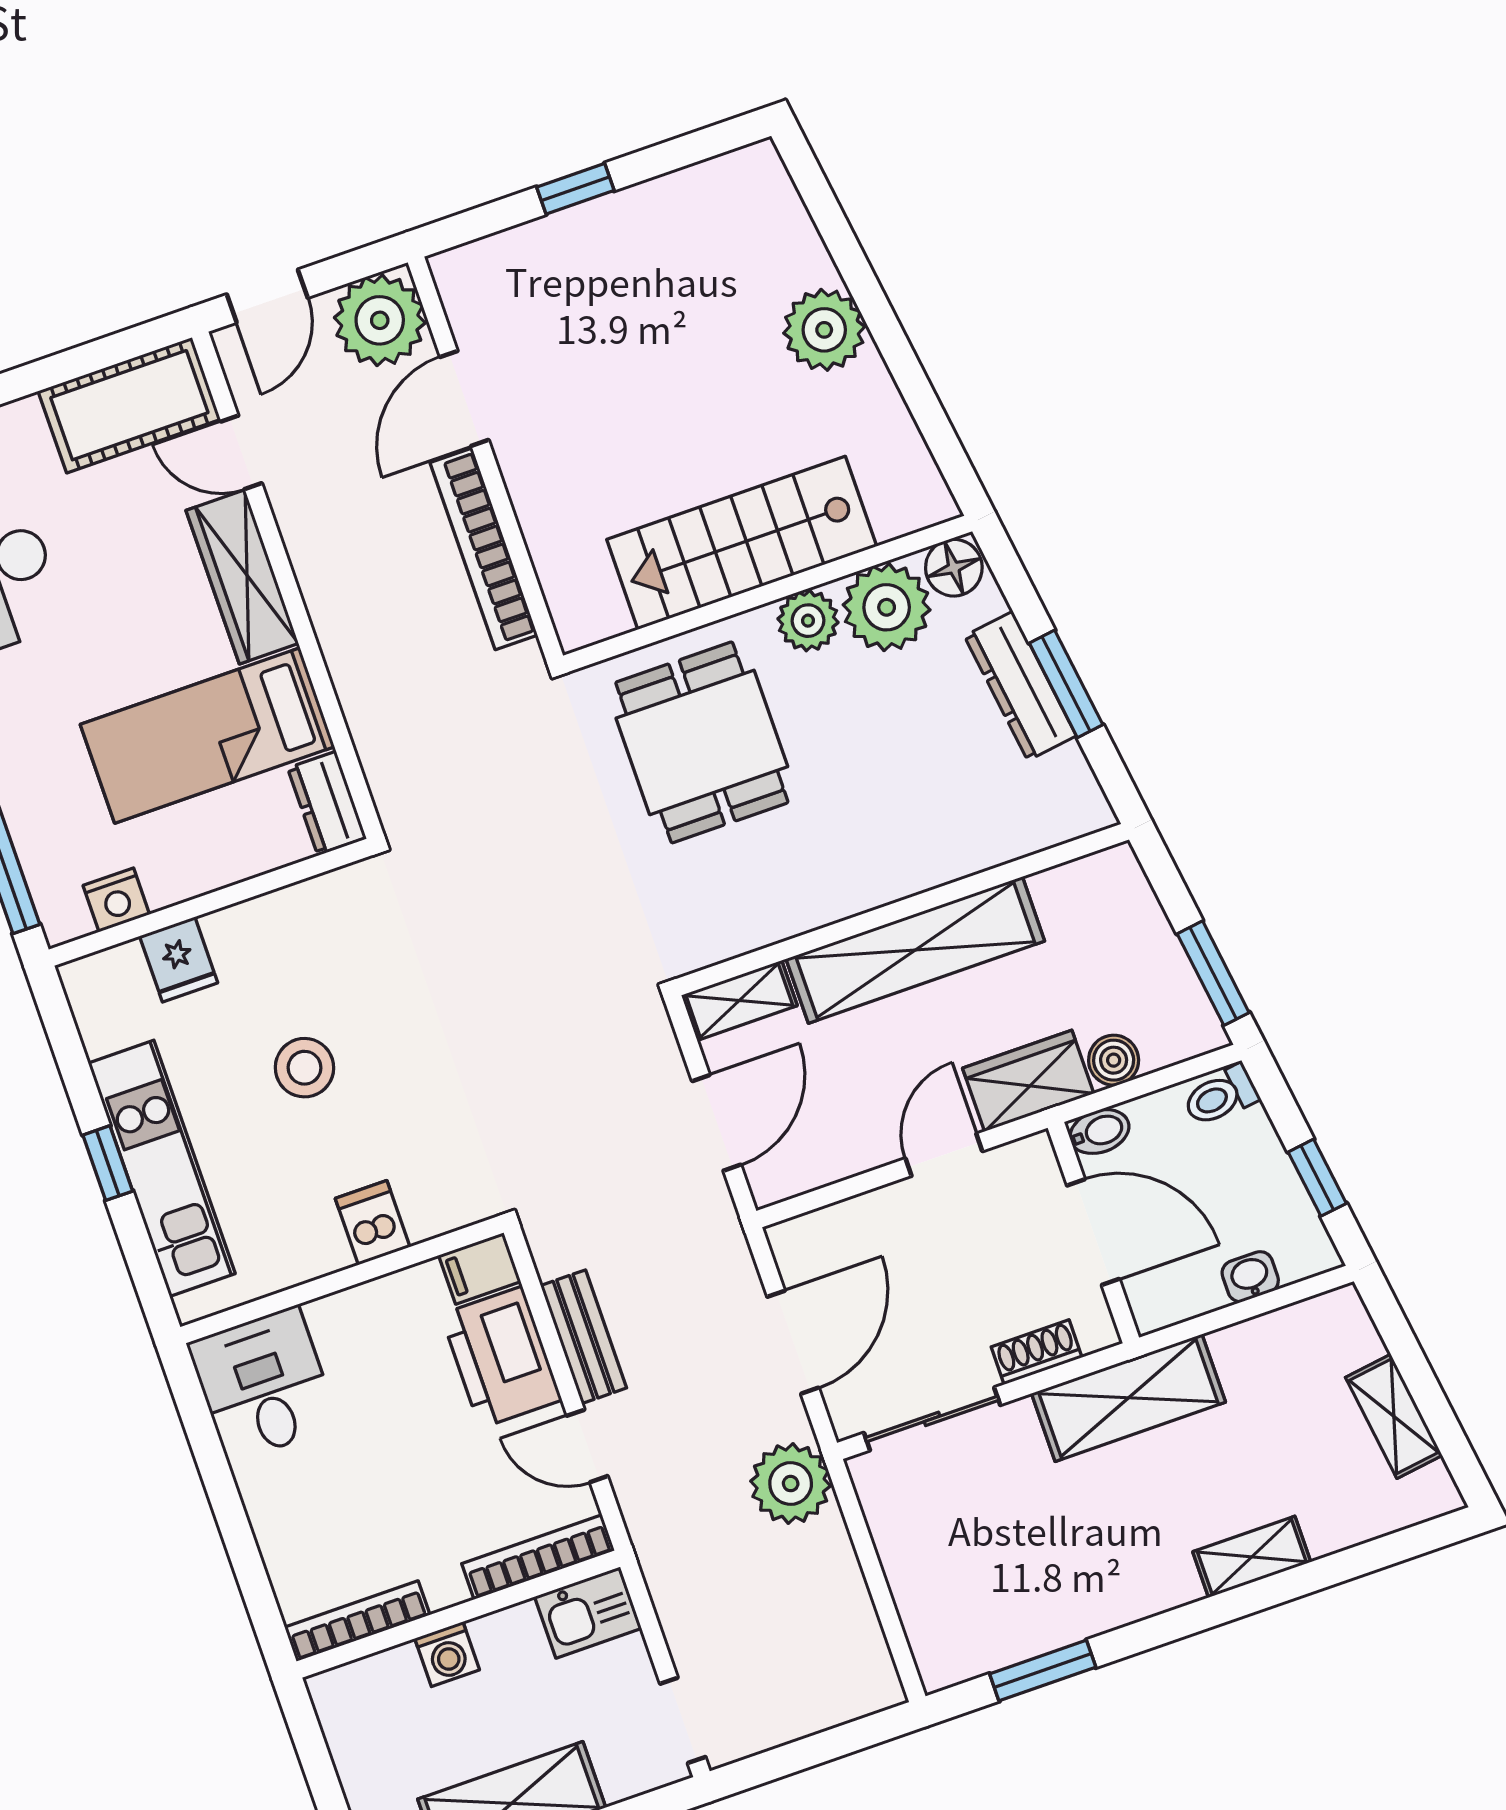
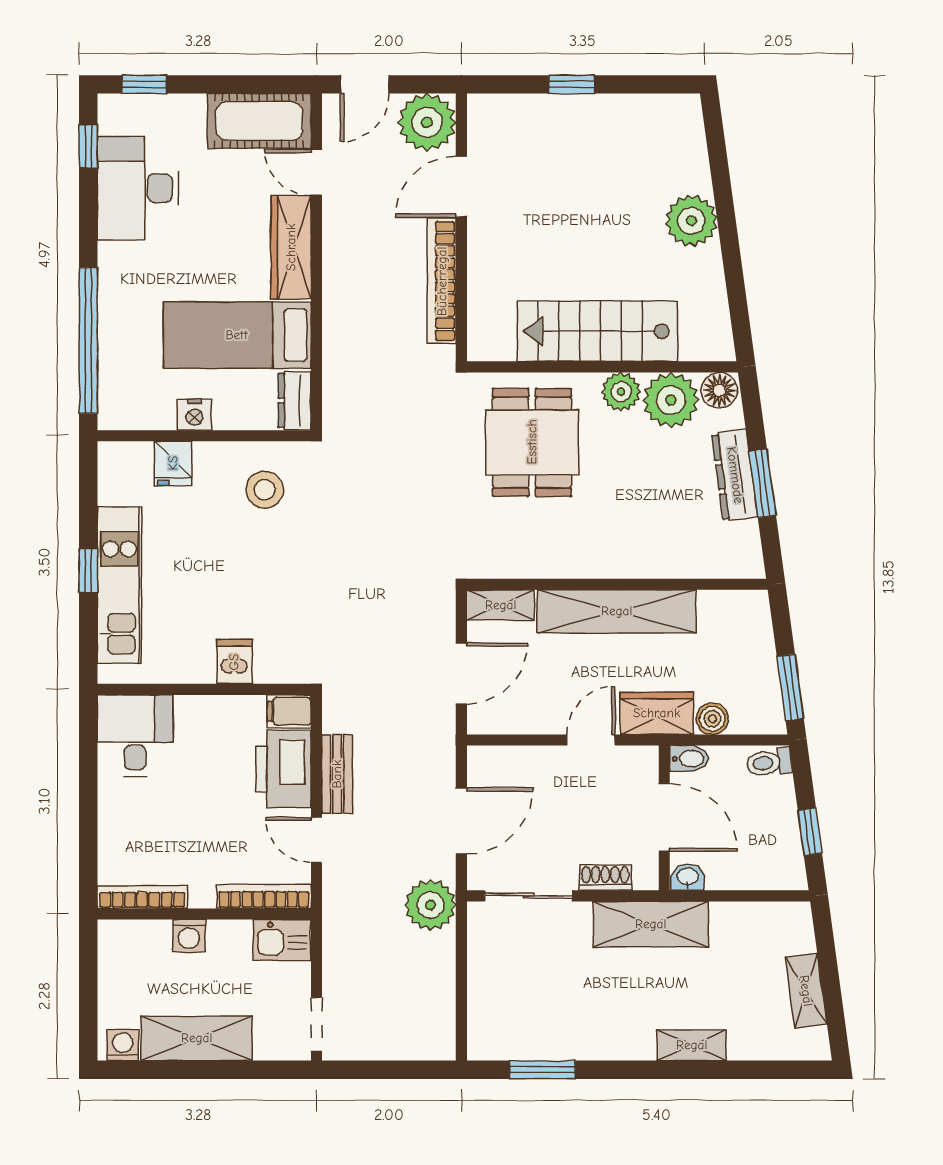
nightstand: (116, 900) -> (194, 415), moved
stool: (305, 1068) -> (265, 490), moved
washbasin: (1250, 1277) -> (688, 877), moved

